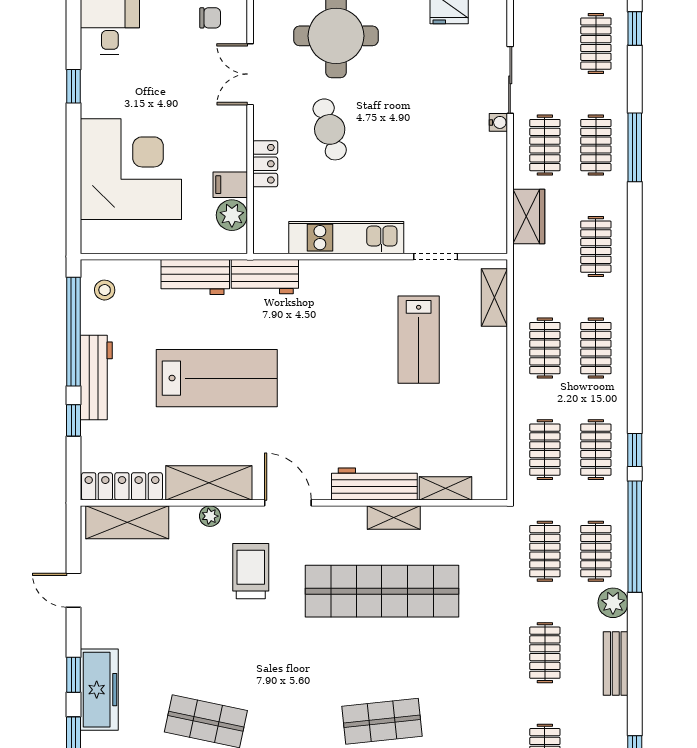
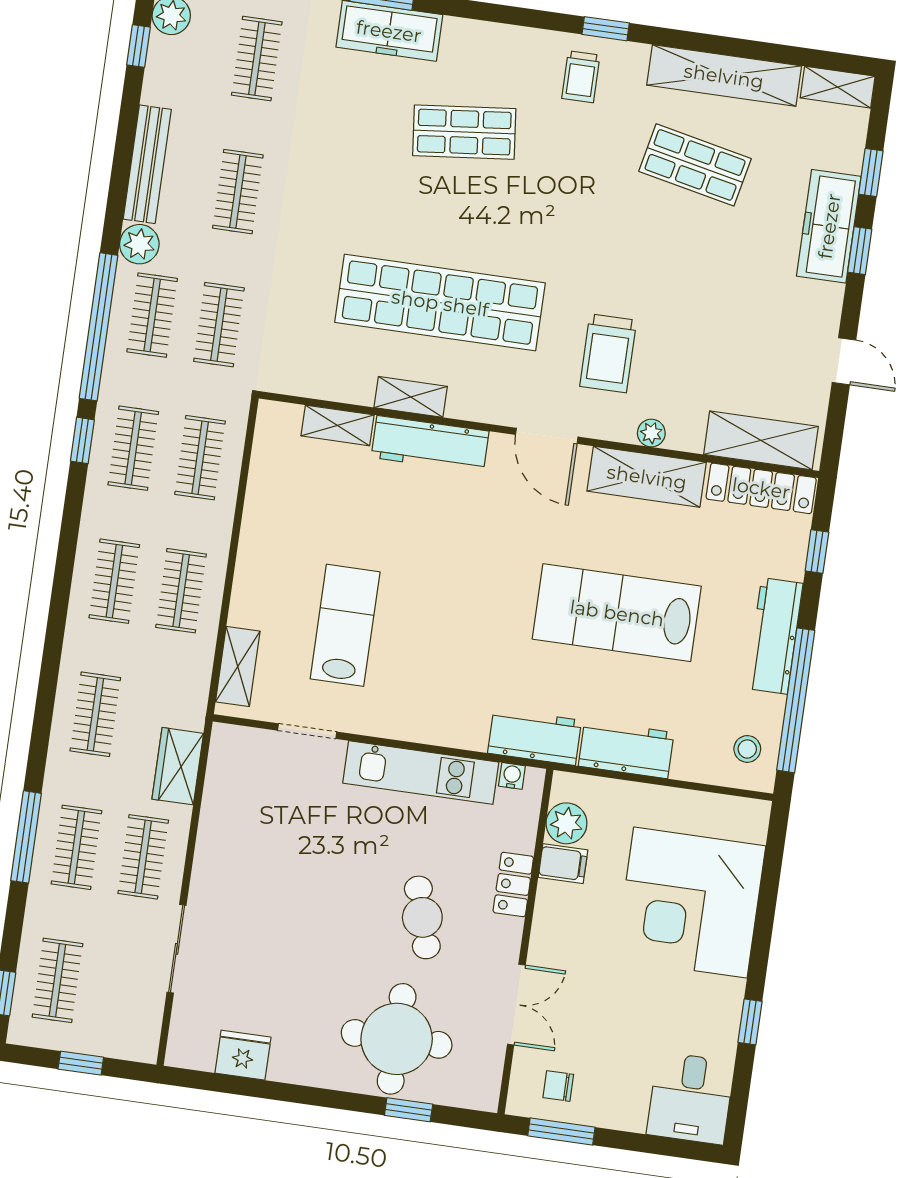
water cooler: (498, 122) -> (512, 776), moved, turned 90
window: (74, 420) -> (817, 552), moved
bench: (616, 663) -> (147, 164), width x1.36

